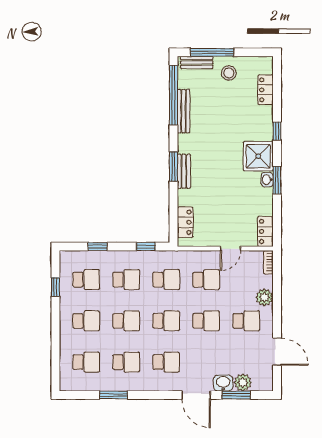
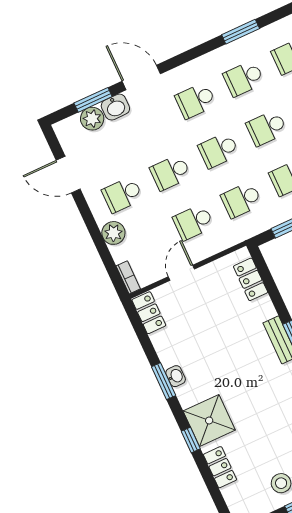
locker: (266, 90) -> (220, 467), moved
shower: (258, 156) -> (209, 421), moved

